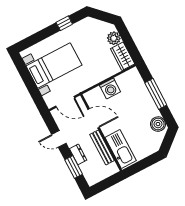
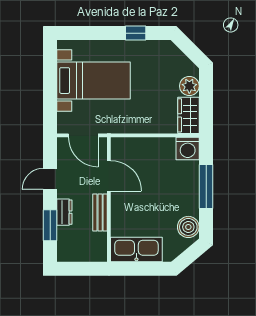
washing machine: (110, 89) -> (188, 148), moved
door: (59, 139) -> (50, 179), hinge flipped
bench: (102, 147) -> (100, 213), width x0.73
kitchen sink: (121, 149) -> (136, 249), moved, turned -90

